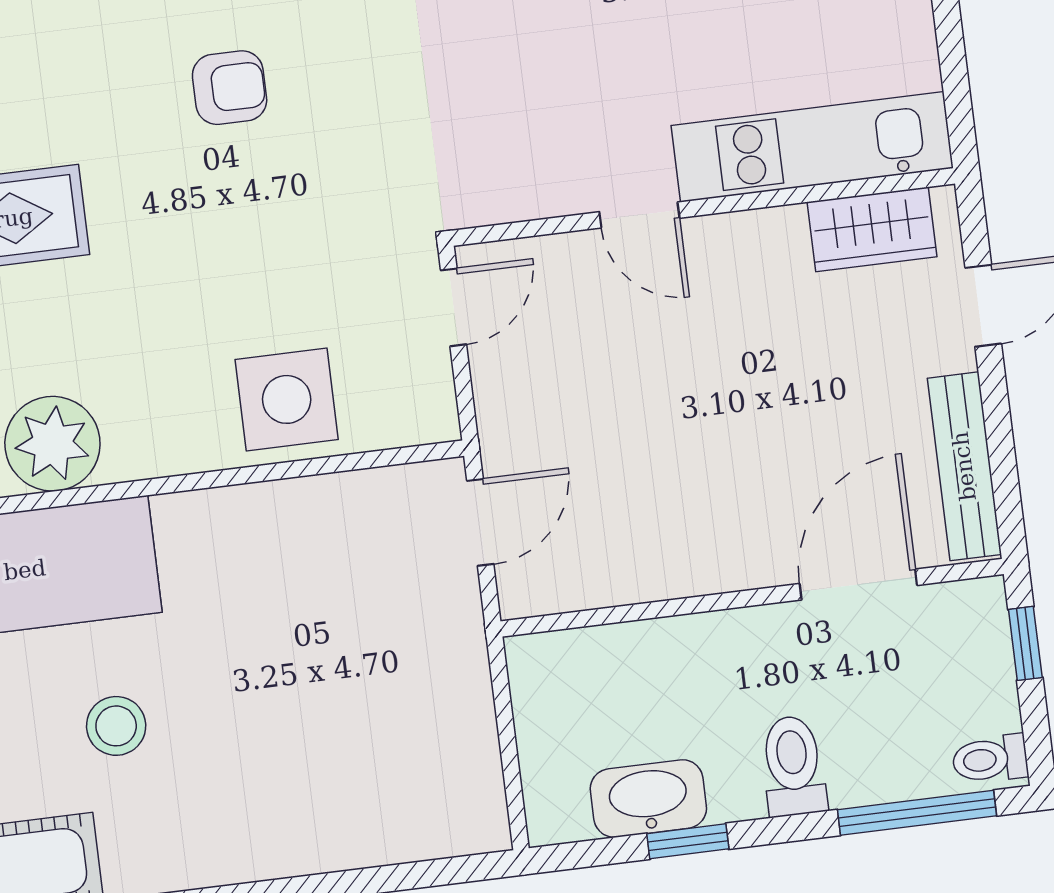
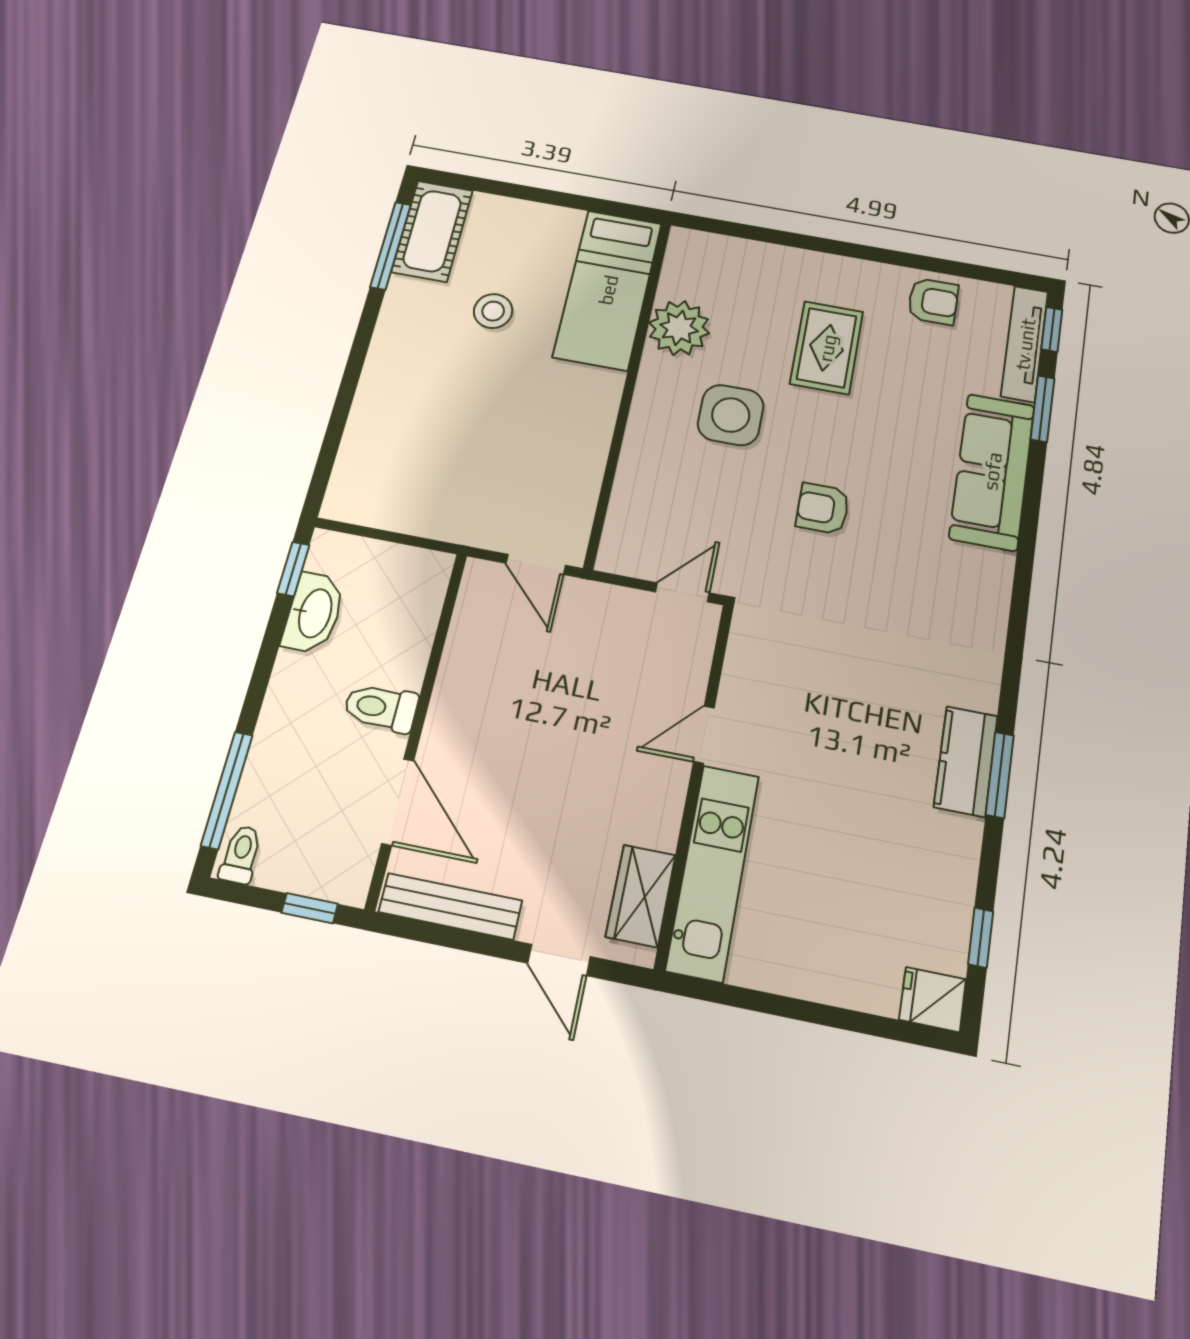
armchair: (230, 88) -> (823, 509), moved, turned 90
door: (454, 307) -> (682, 592), swing flipped
side table: (287, 399) -> (731, 415), moved
toilet: (793, 766) -> (381, 708), moved, turned 180
window: (688, 841) -> (293, 569), moved

